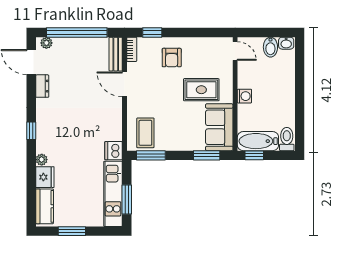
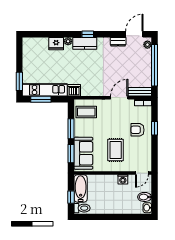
window: (152, 32) -> (154, 128), moved
washing machine: (244, 96) -> (123, 179), moved
sofa: (219, 127) -> (83, 153), moved, turned 90
window: (151, 155) -> (71, 129), moved
window: (254, 155) -> (71, 197), moved
kitchen counter: (45, 206) -> (85, 43), moved
window: (72, 231) -> (19, 81), moved

